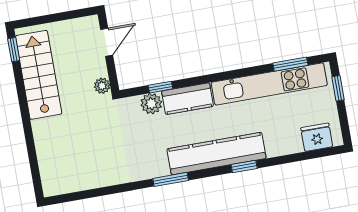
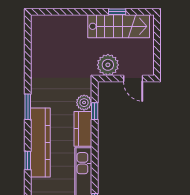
window: (14, 50) -> (117, 12), moved
plant: (102, 86) -> (108, 65), width x1.87, depth x1.87

